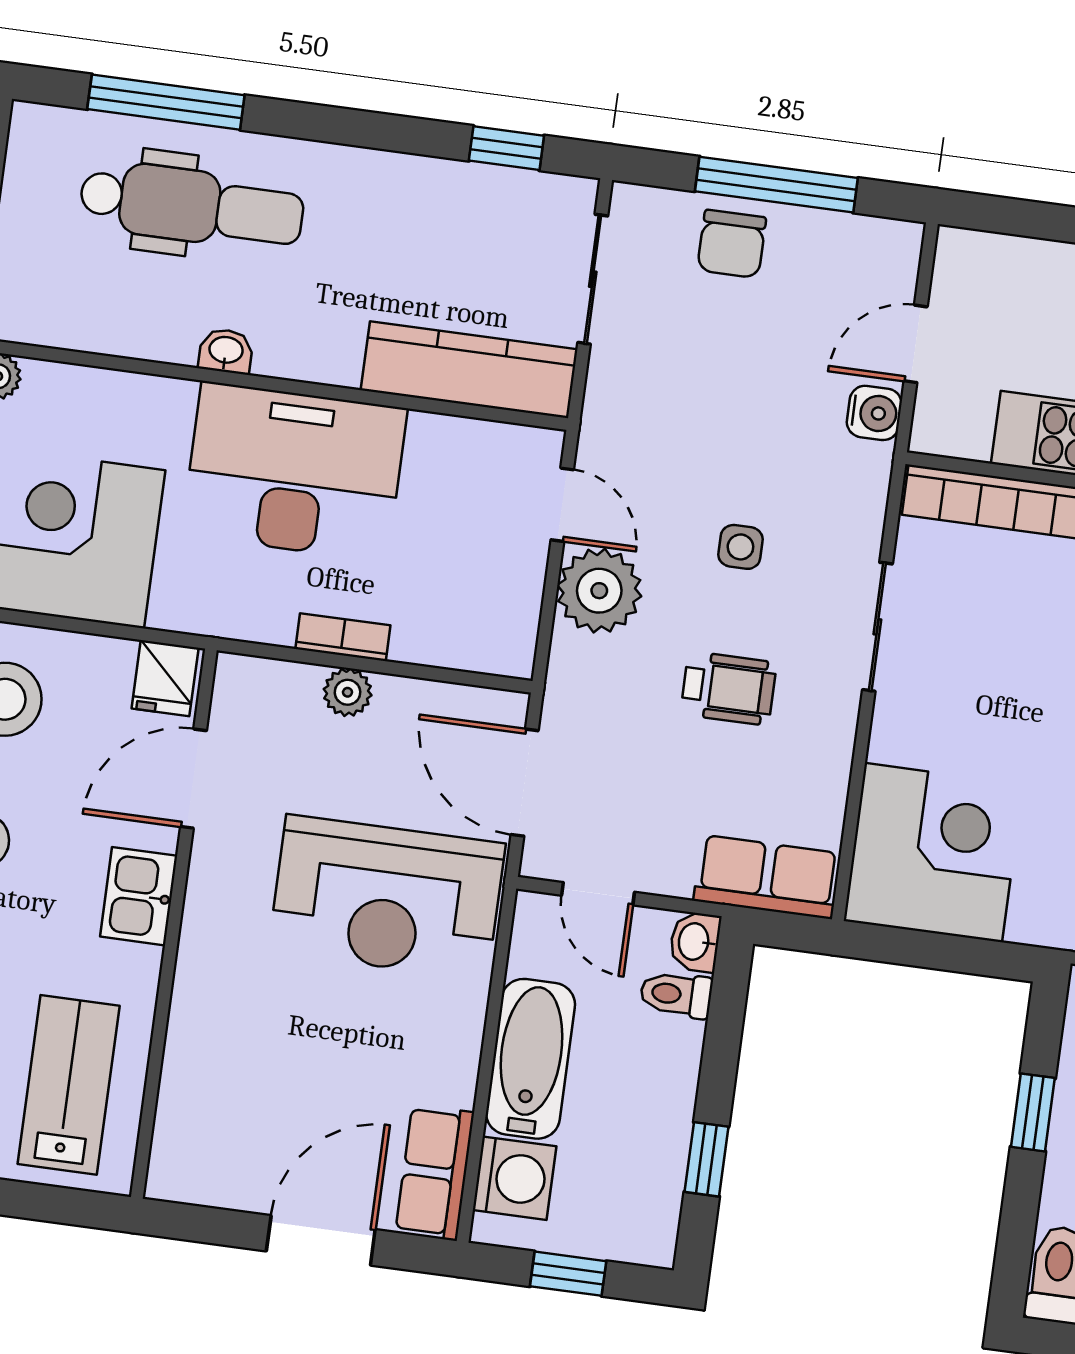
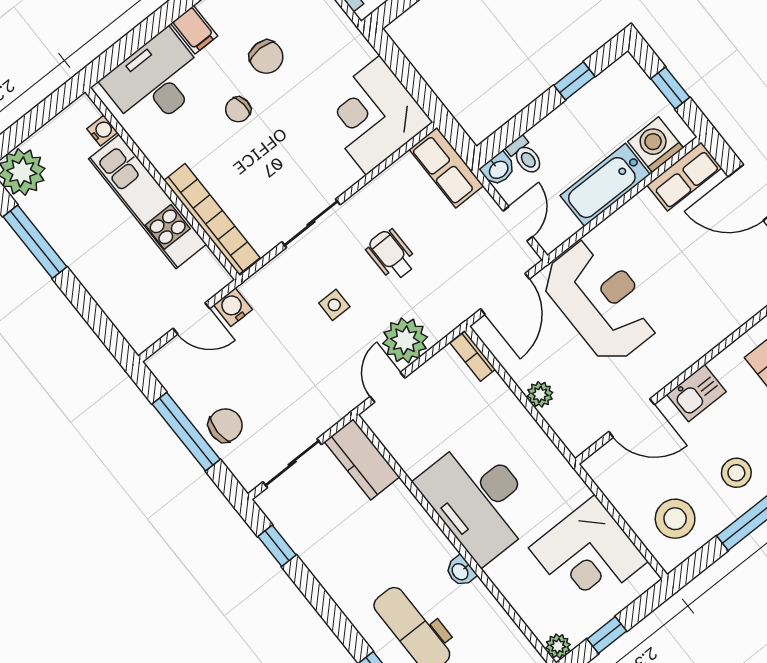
kitchen counter: (469, 370) -> (362, 459), width x0.67
bookcase: (343, 637) -> (473, 356), moved
fridge: (165, 678) -> (605, 467), removed

